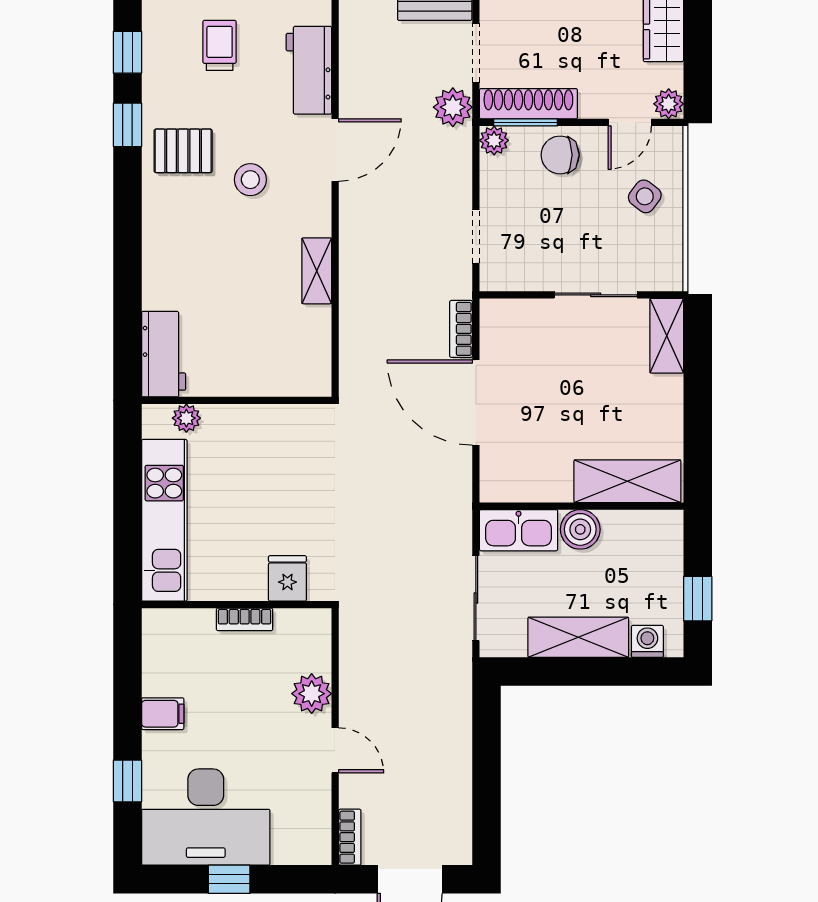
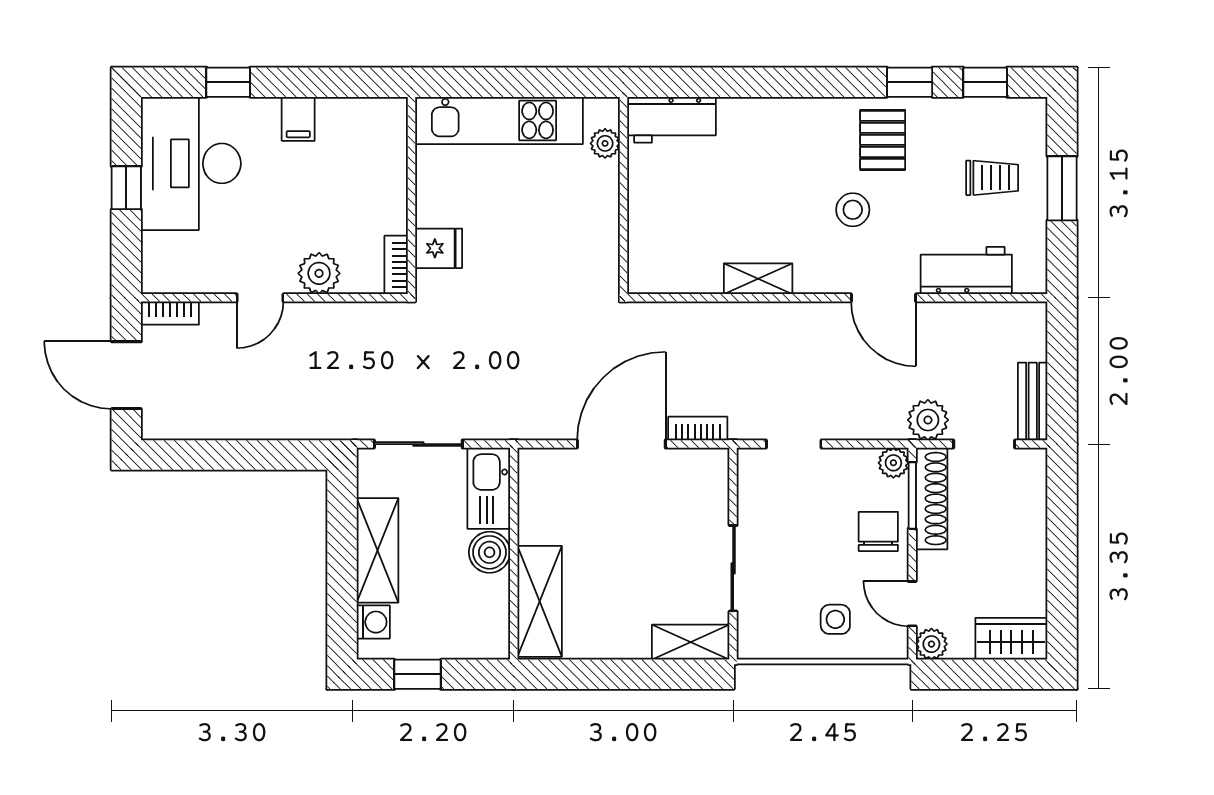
side table: (645, 196) -> (835, 619), turned -37
bookcase: (245, 619) -> (396, 265), moved

